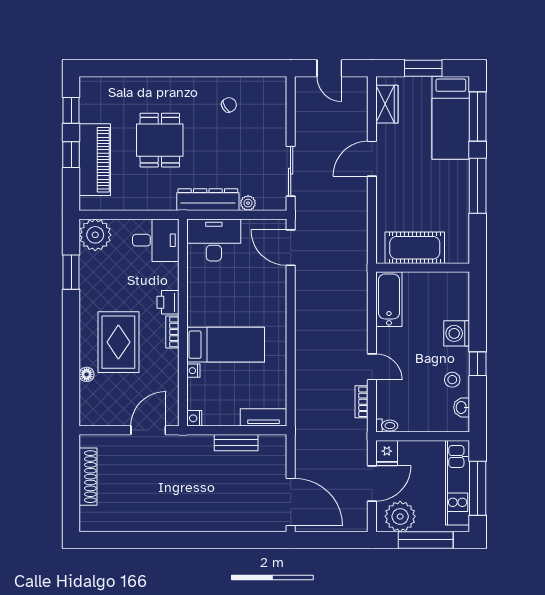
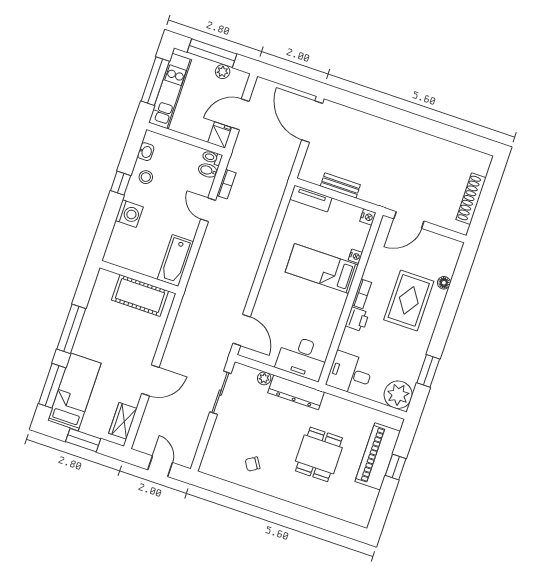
window: (71, 110) -> (383, 503), removed
bidet: (387, 410) -> (208, 170), added
plant: (400, 516) -> (223, 72), width x0.53, depth x0.53

